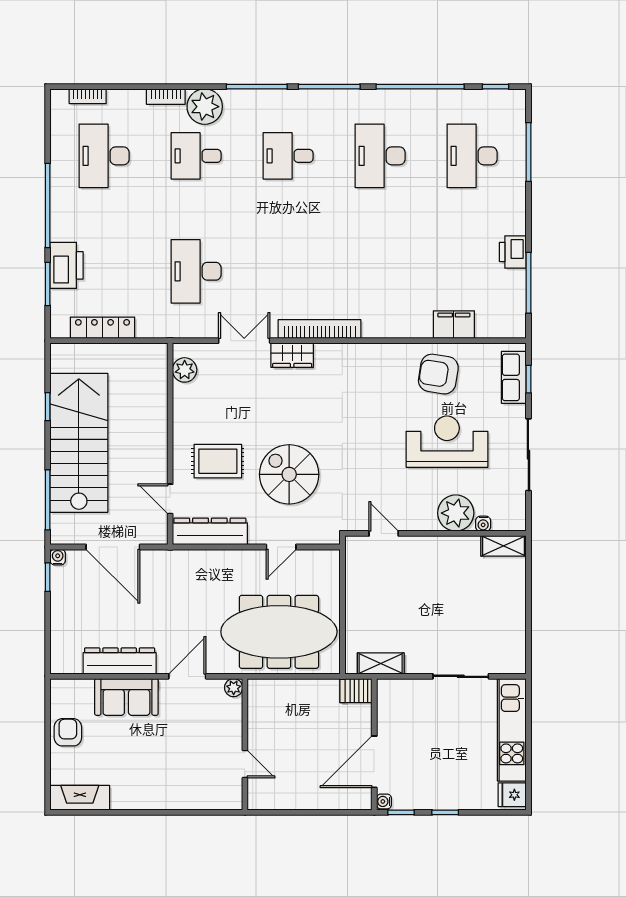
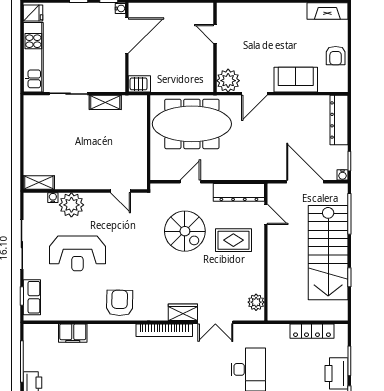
armchair: (438, 374) -> (120, 303), moved, turned -98
dresser: (120, 661) -> (339, 120), moved, turned 90
shelving: (381, 663) -> (105, 102), moved
plant: (234, 688) -> (228, 81), width x1.88, depth x1.88

